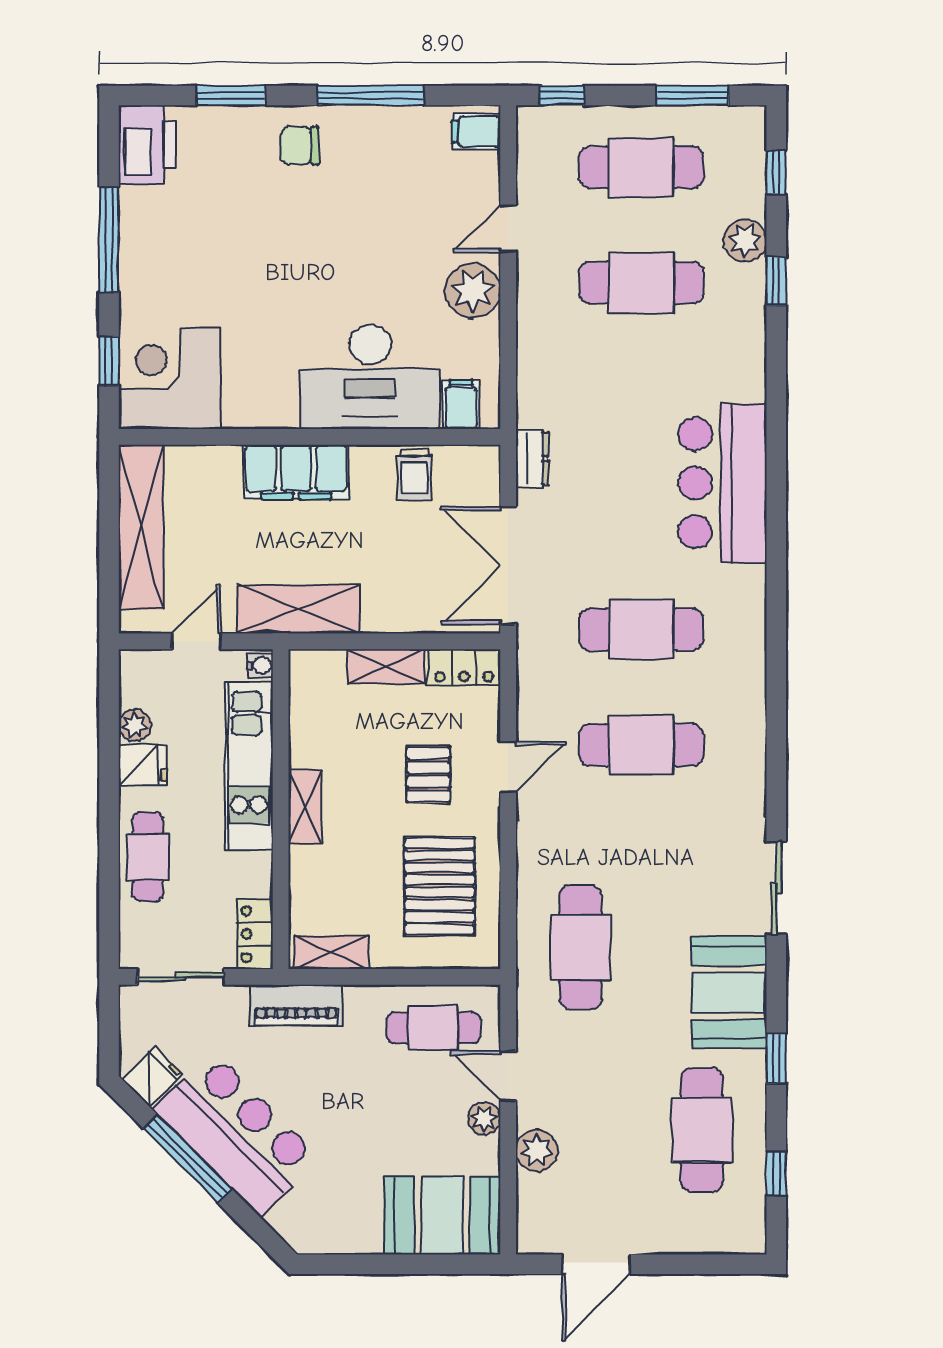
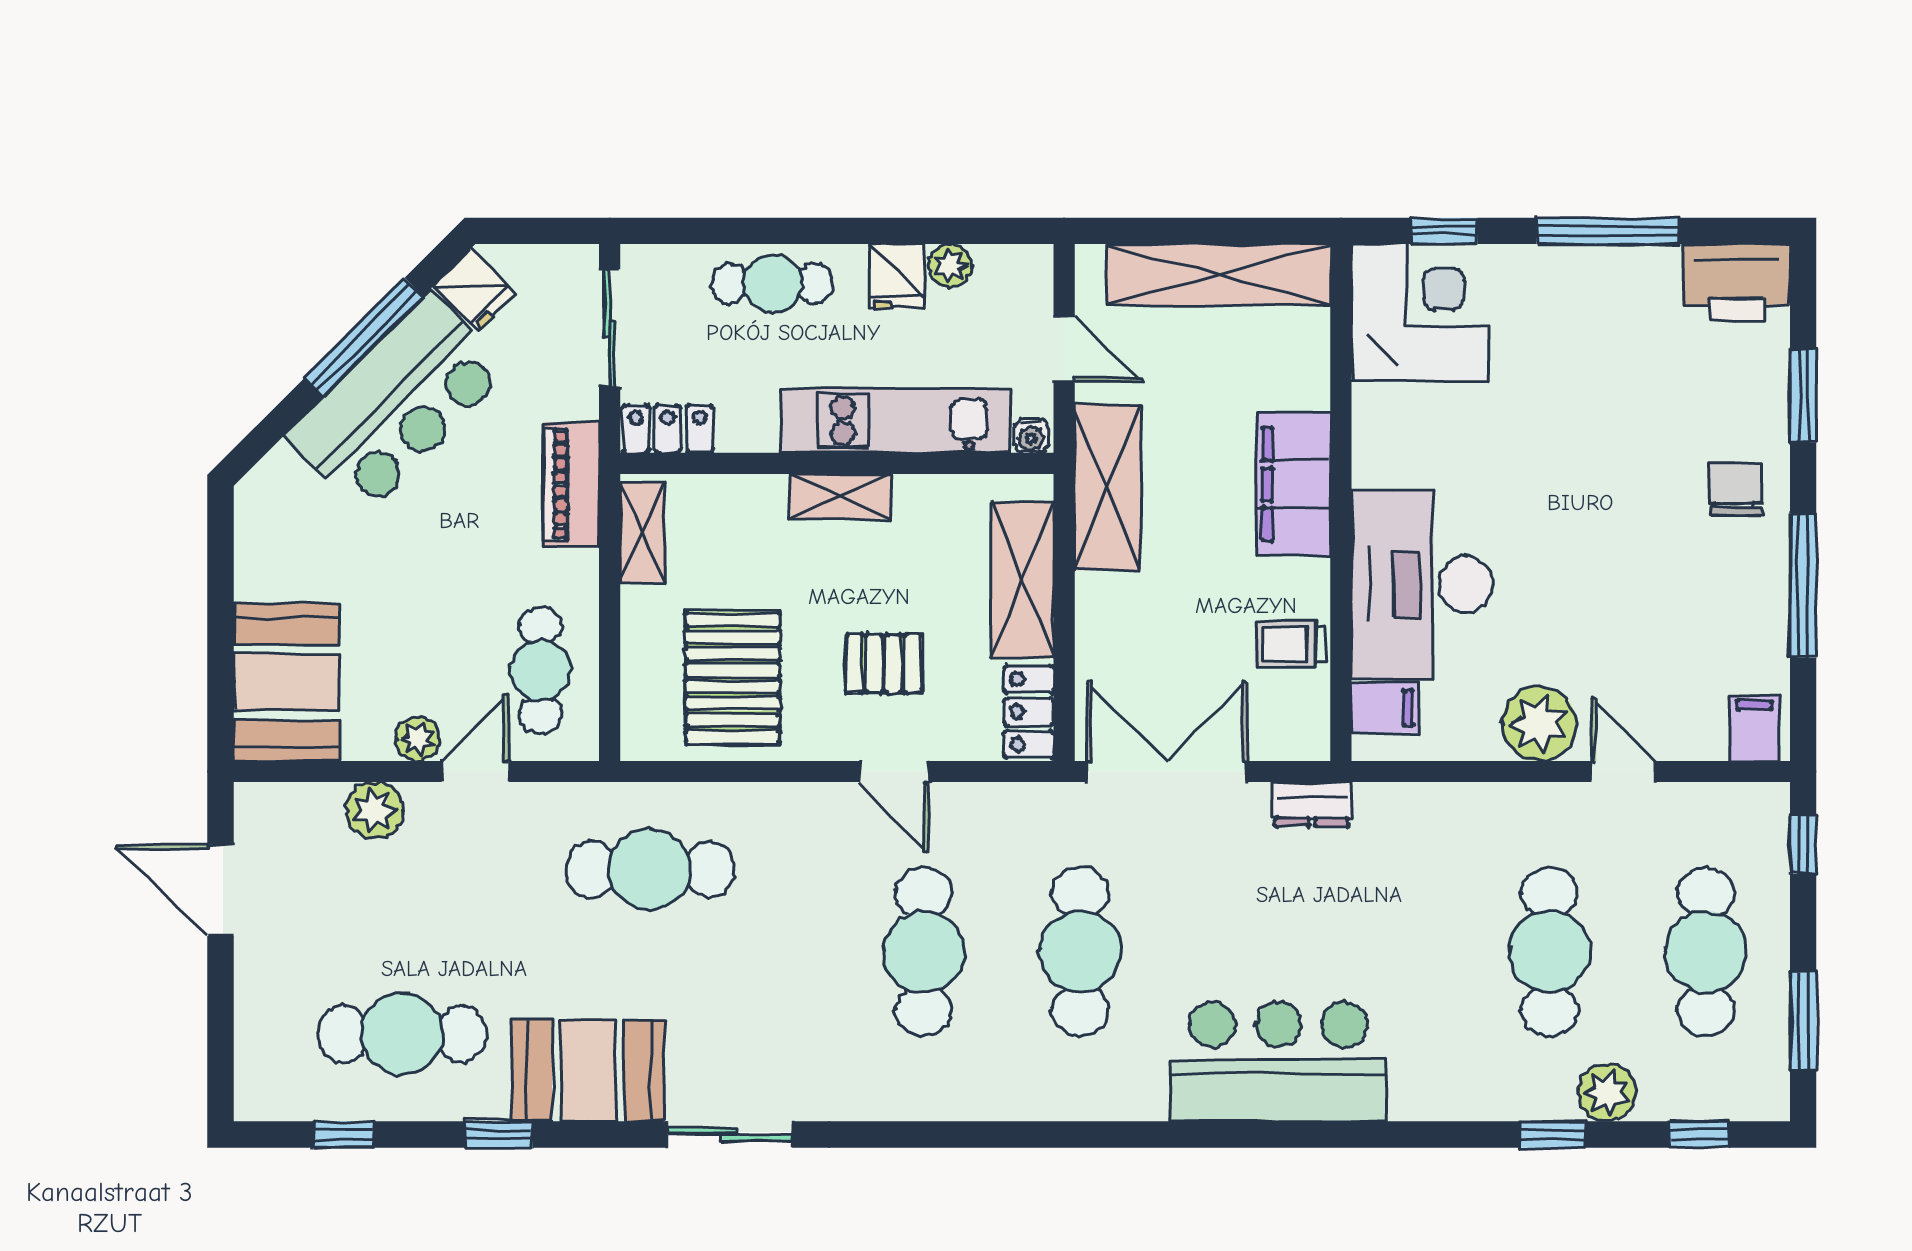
shelving: (386, 666) -> (1022, 580), width x1.50, depth x1.33
pallet: (439, 886) -> (733, 678), turned 90

